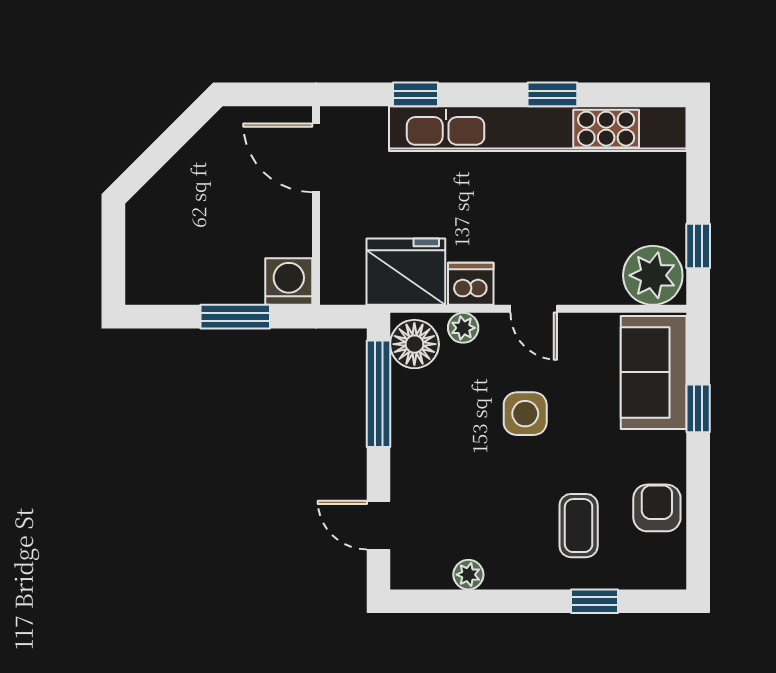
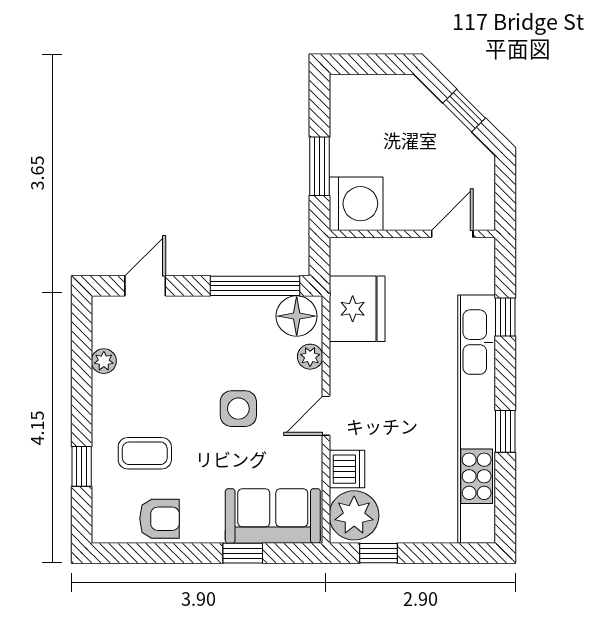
window: (169, 144) -> (464, 111), added
door: (316, 158) -> (452, 234), width x0.73
washing machine: (289, 282) -> (356, 204), width x1.37, depth x1.37
dishwasher: (471, 284) -> (347, 469), moved

